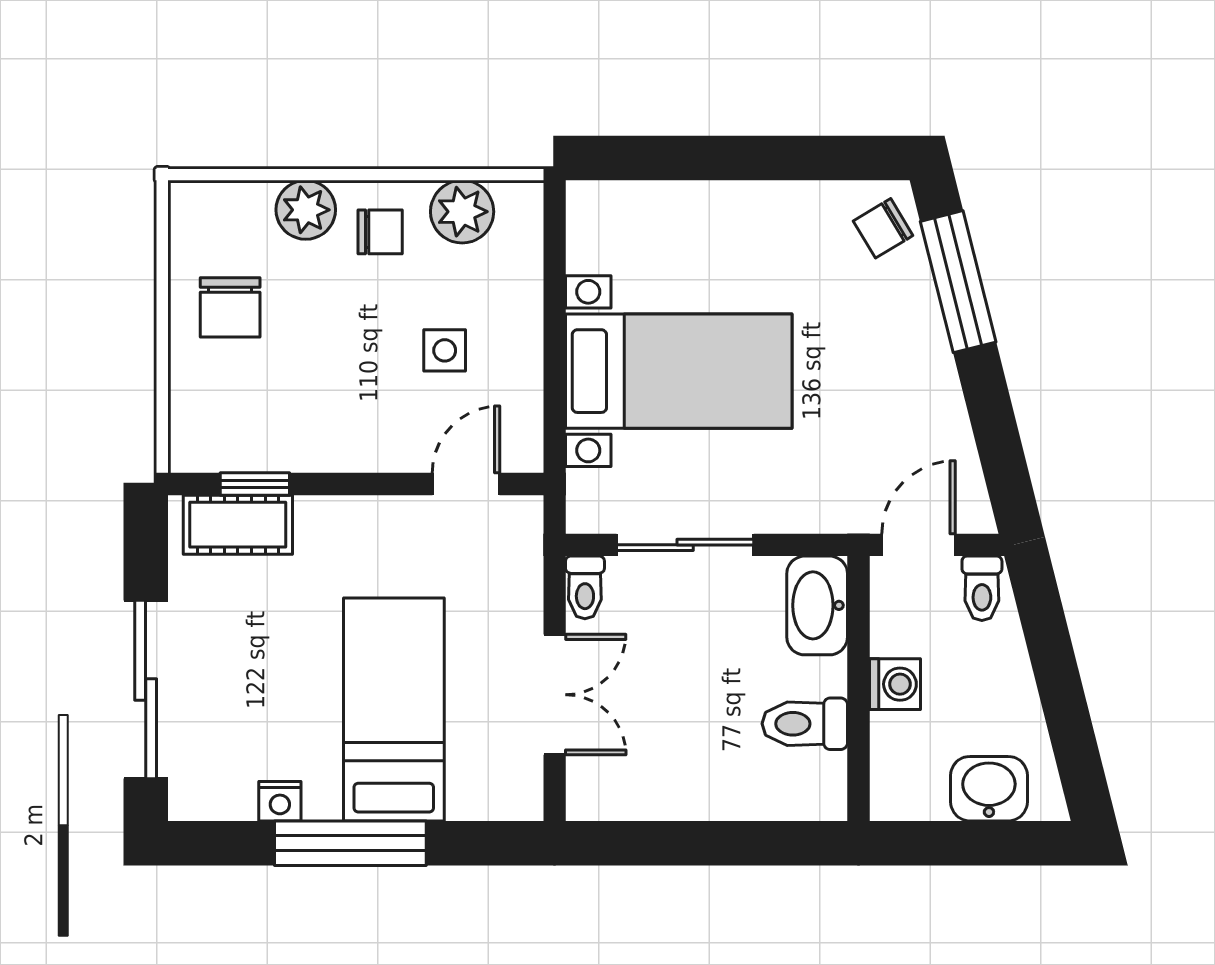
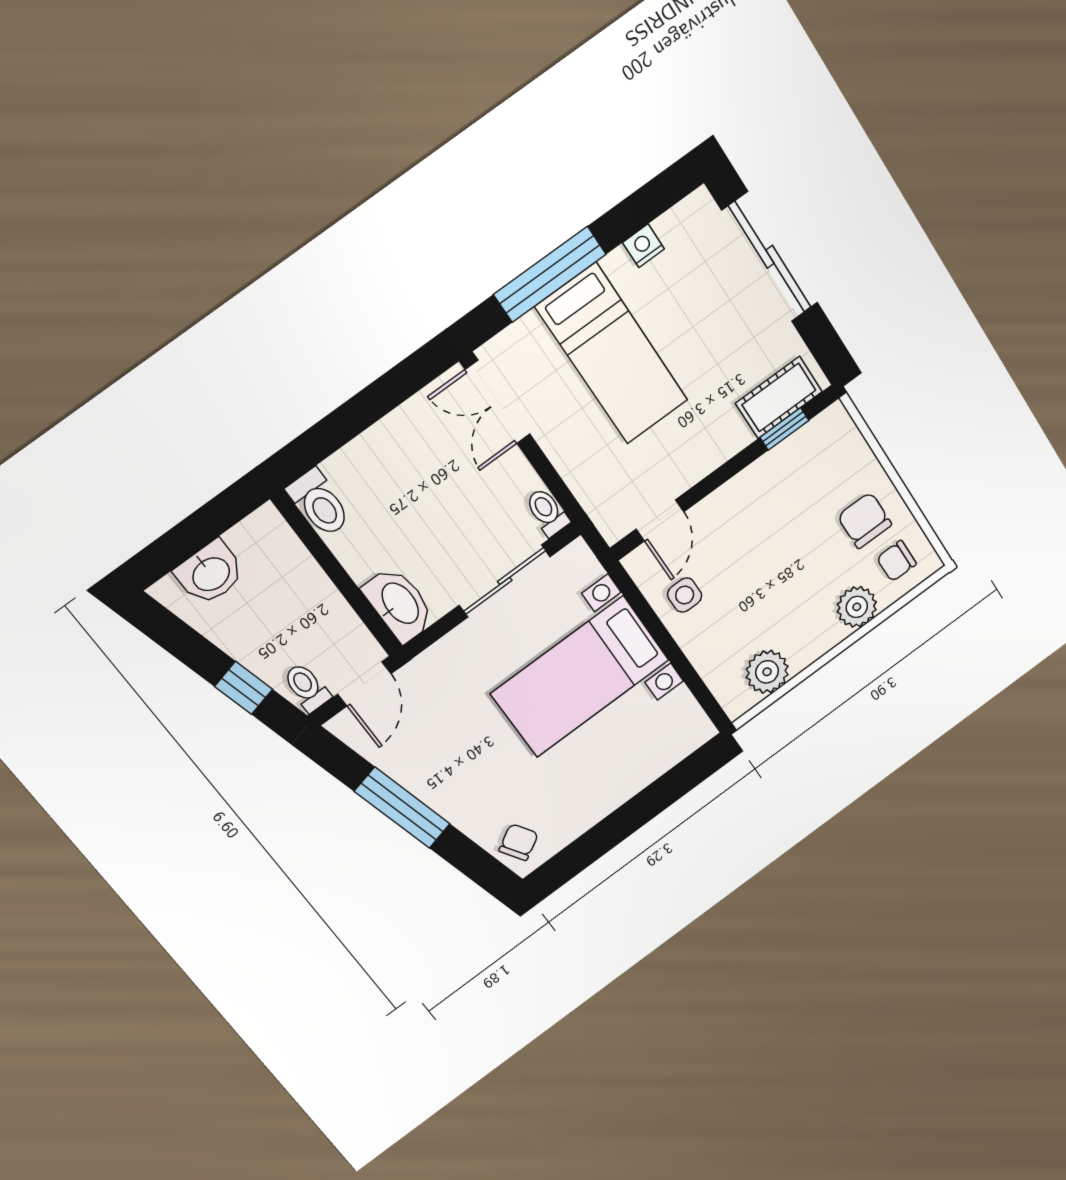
chair: (380, 232) -> (896, 561), moved
window: (958, 282) -> (402, 808), moved
side table: (445, 350) -> (685, 595), moved
window: (1048, 639) -> (244, 688), added
washing machine: (895, 684) -> (317, 593), removed
double door: (555, 695) -> (498, 402), moved
toilet: (805, 724) -> (319, 503), moved, turned 90
window: (350, 843) -> (550, 274), moved

